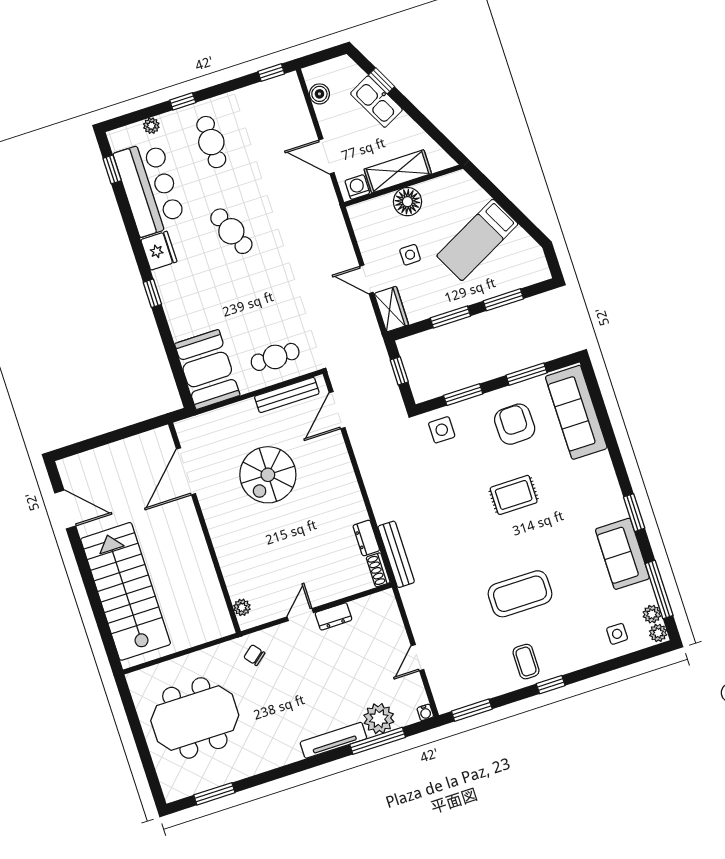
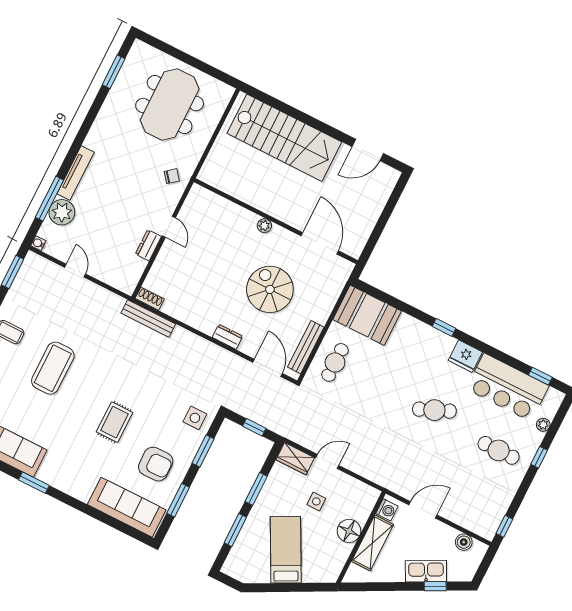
dresser: (366, 538) -> (227, 337), moved
plant: (242, 607) -> (264, 226), moved

